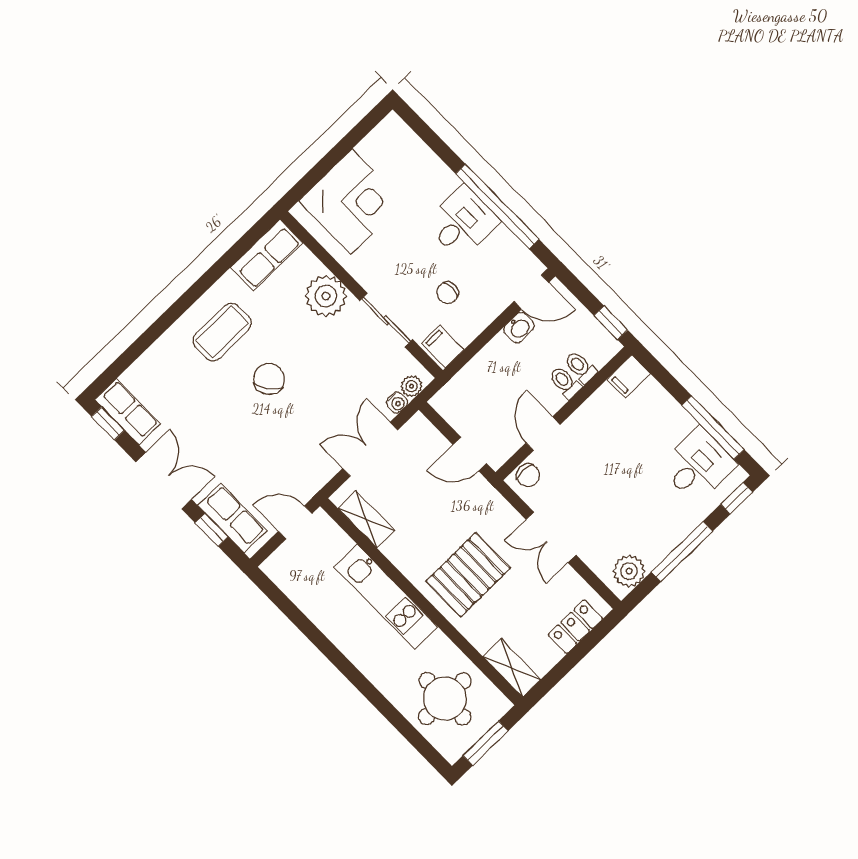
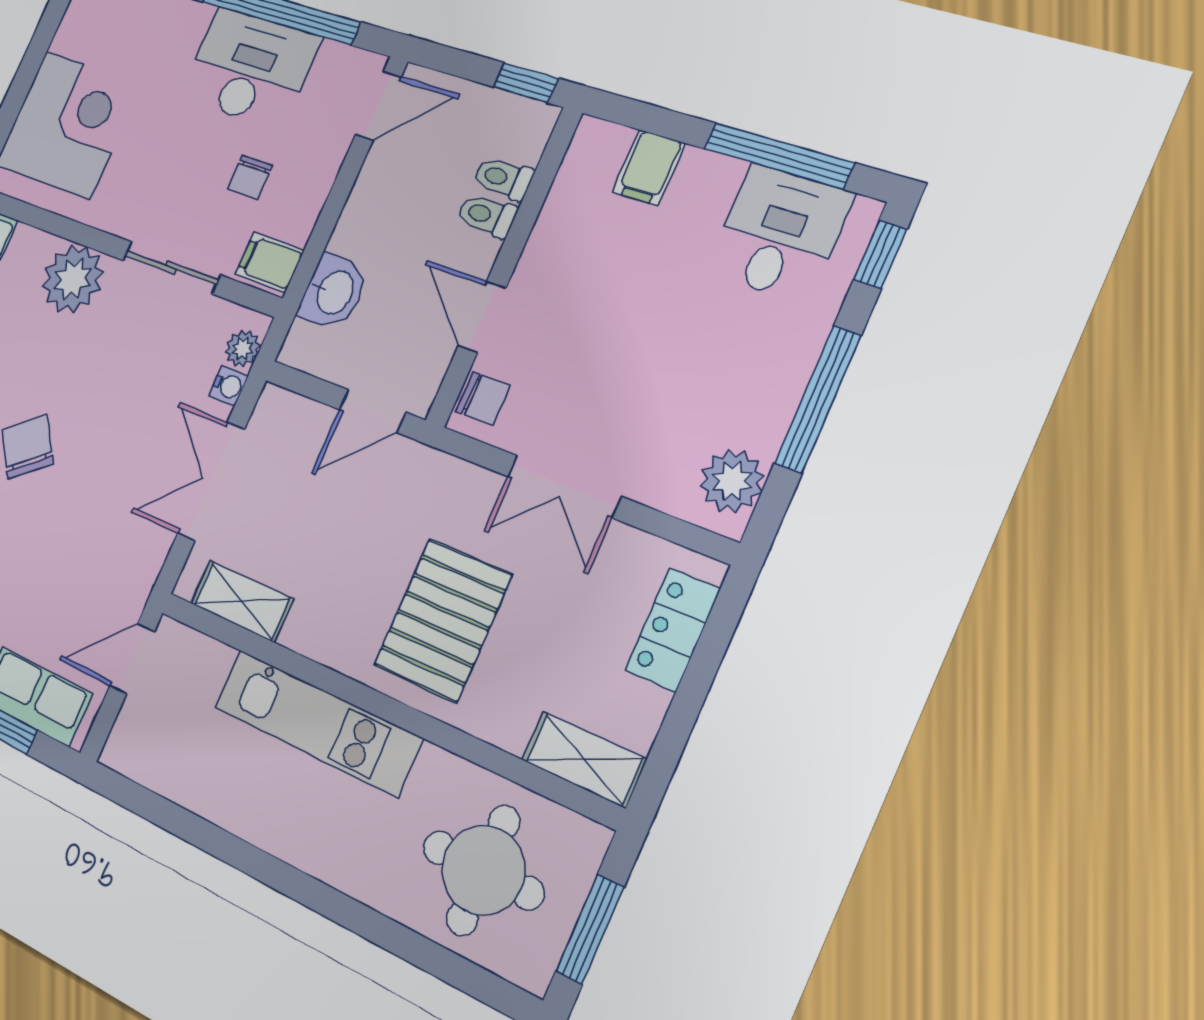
desk: (462, 222) -> (250, 68), width x1.37
washbasin: (519, 328) -> (334, 292), moved, width x1.38, depth x1.45
filing cabinet: (629, 376) -> (649, 168), moved

